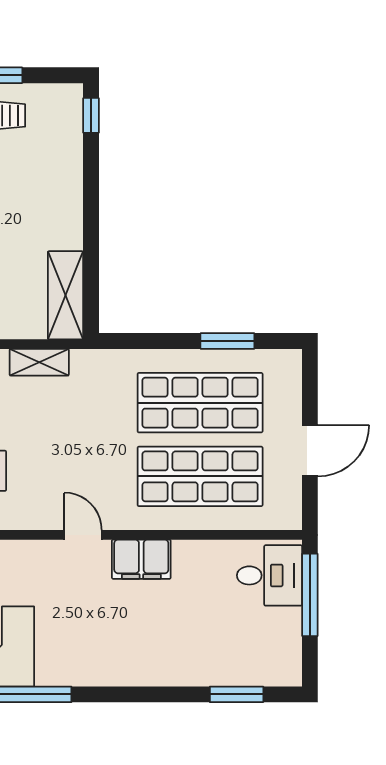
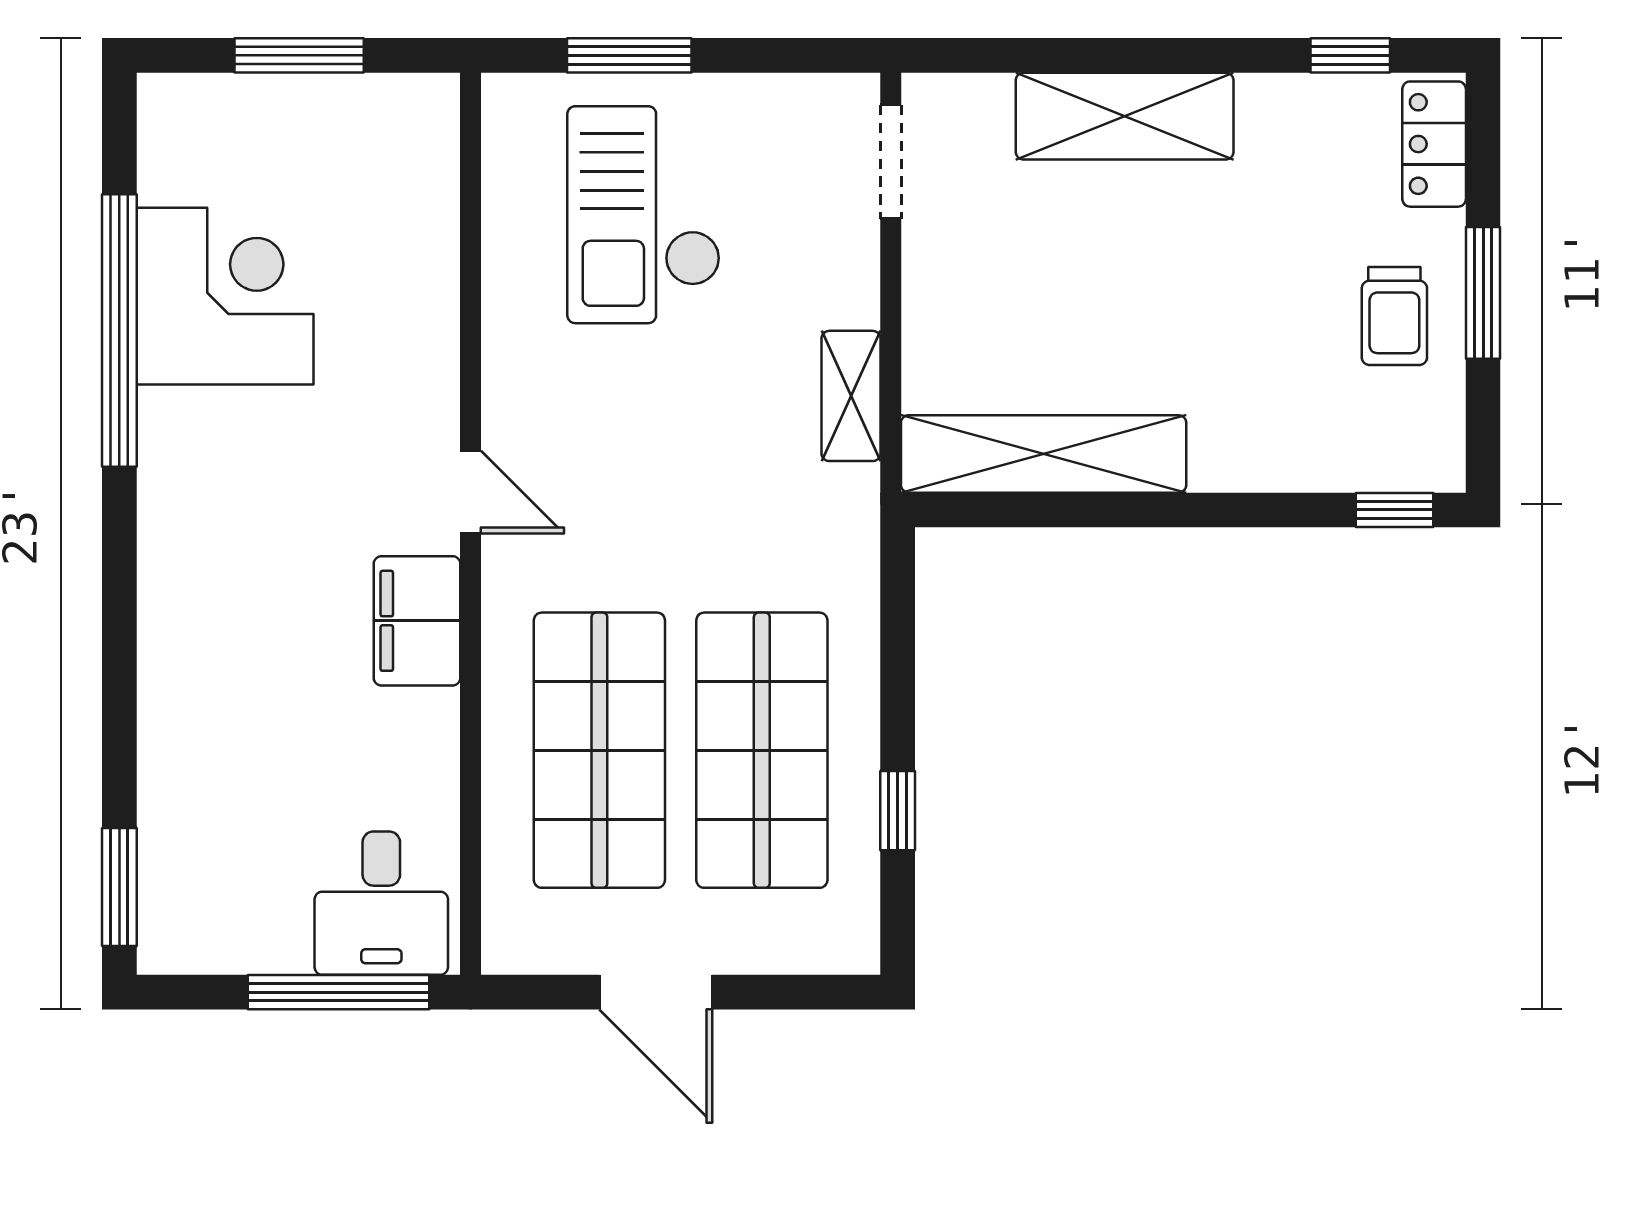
shelving: (66, 295) -> (1044, 454), width x1.47
window: (227, 341) -> (898, 811), width x0.67
door: (83, 535) -> (471, 492), hinge flipped
window: (237, 694) -> (119, 887), moved

